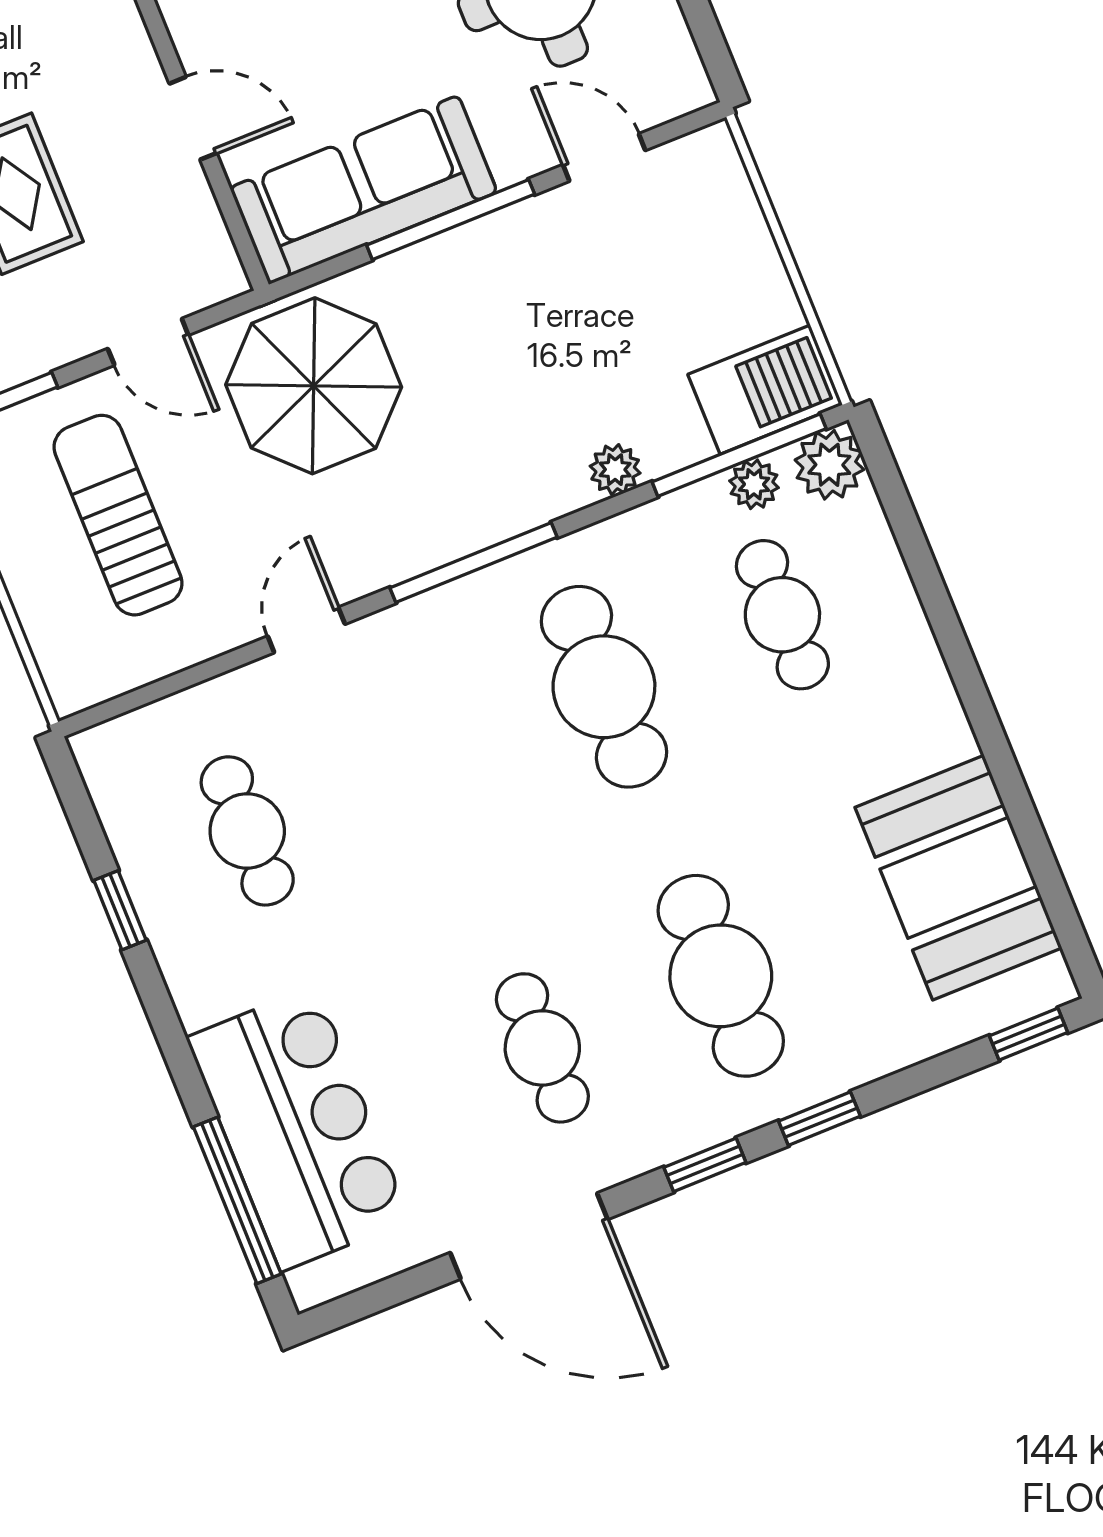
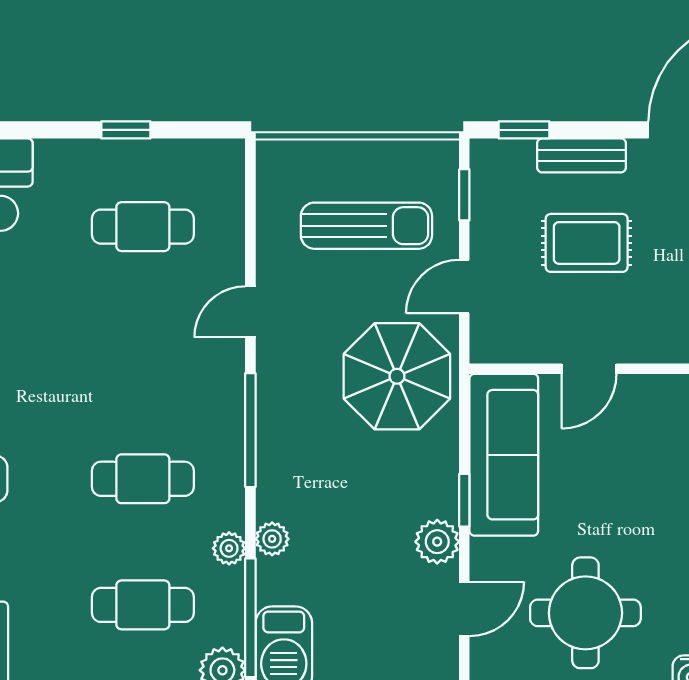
window: (451, 220) -> (464, 500), width x0.46
plant: (525, 234) -> (437, 542), added
plant: (754, 484) -> (229, 548), moved
door: (306, 630) -> (250, 312), swing flipped
cafe table: (604, 687) -> (143, 479), width x0.73, depth x0.74

